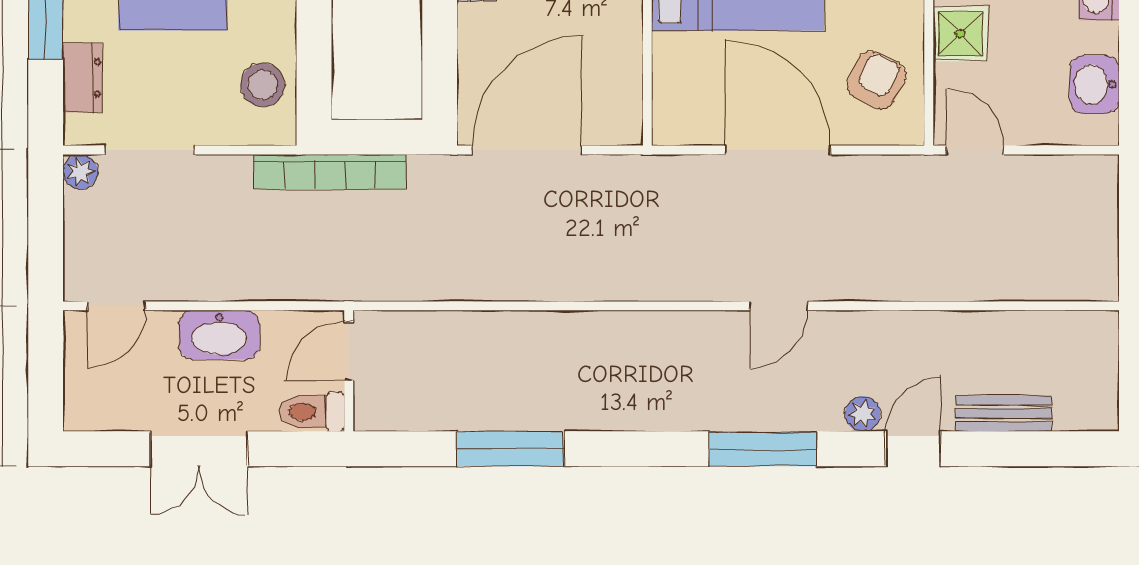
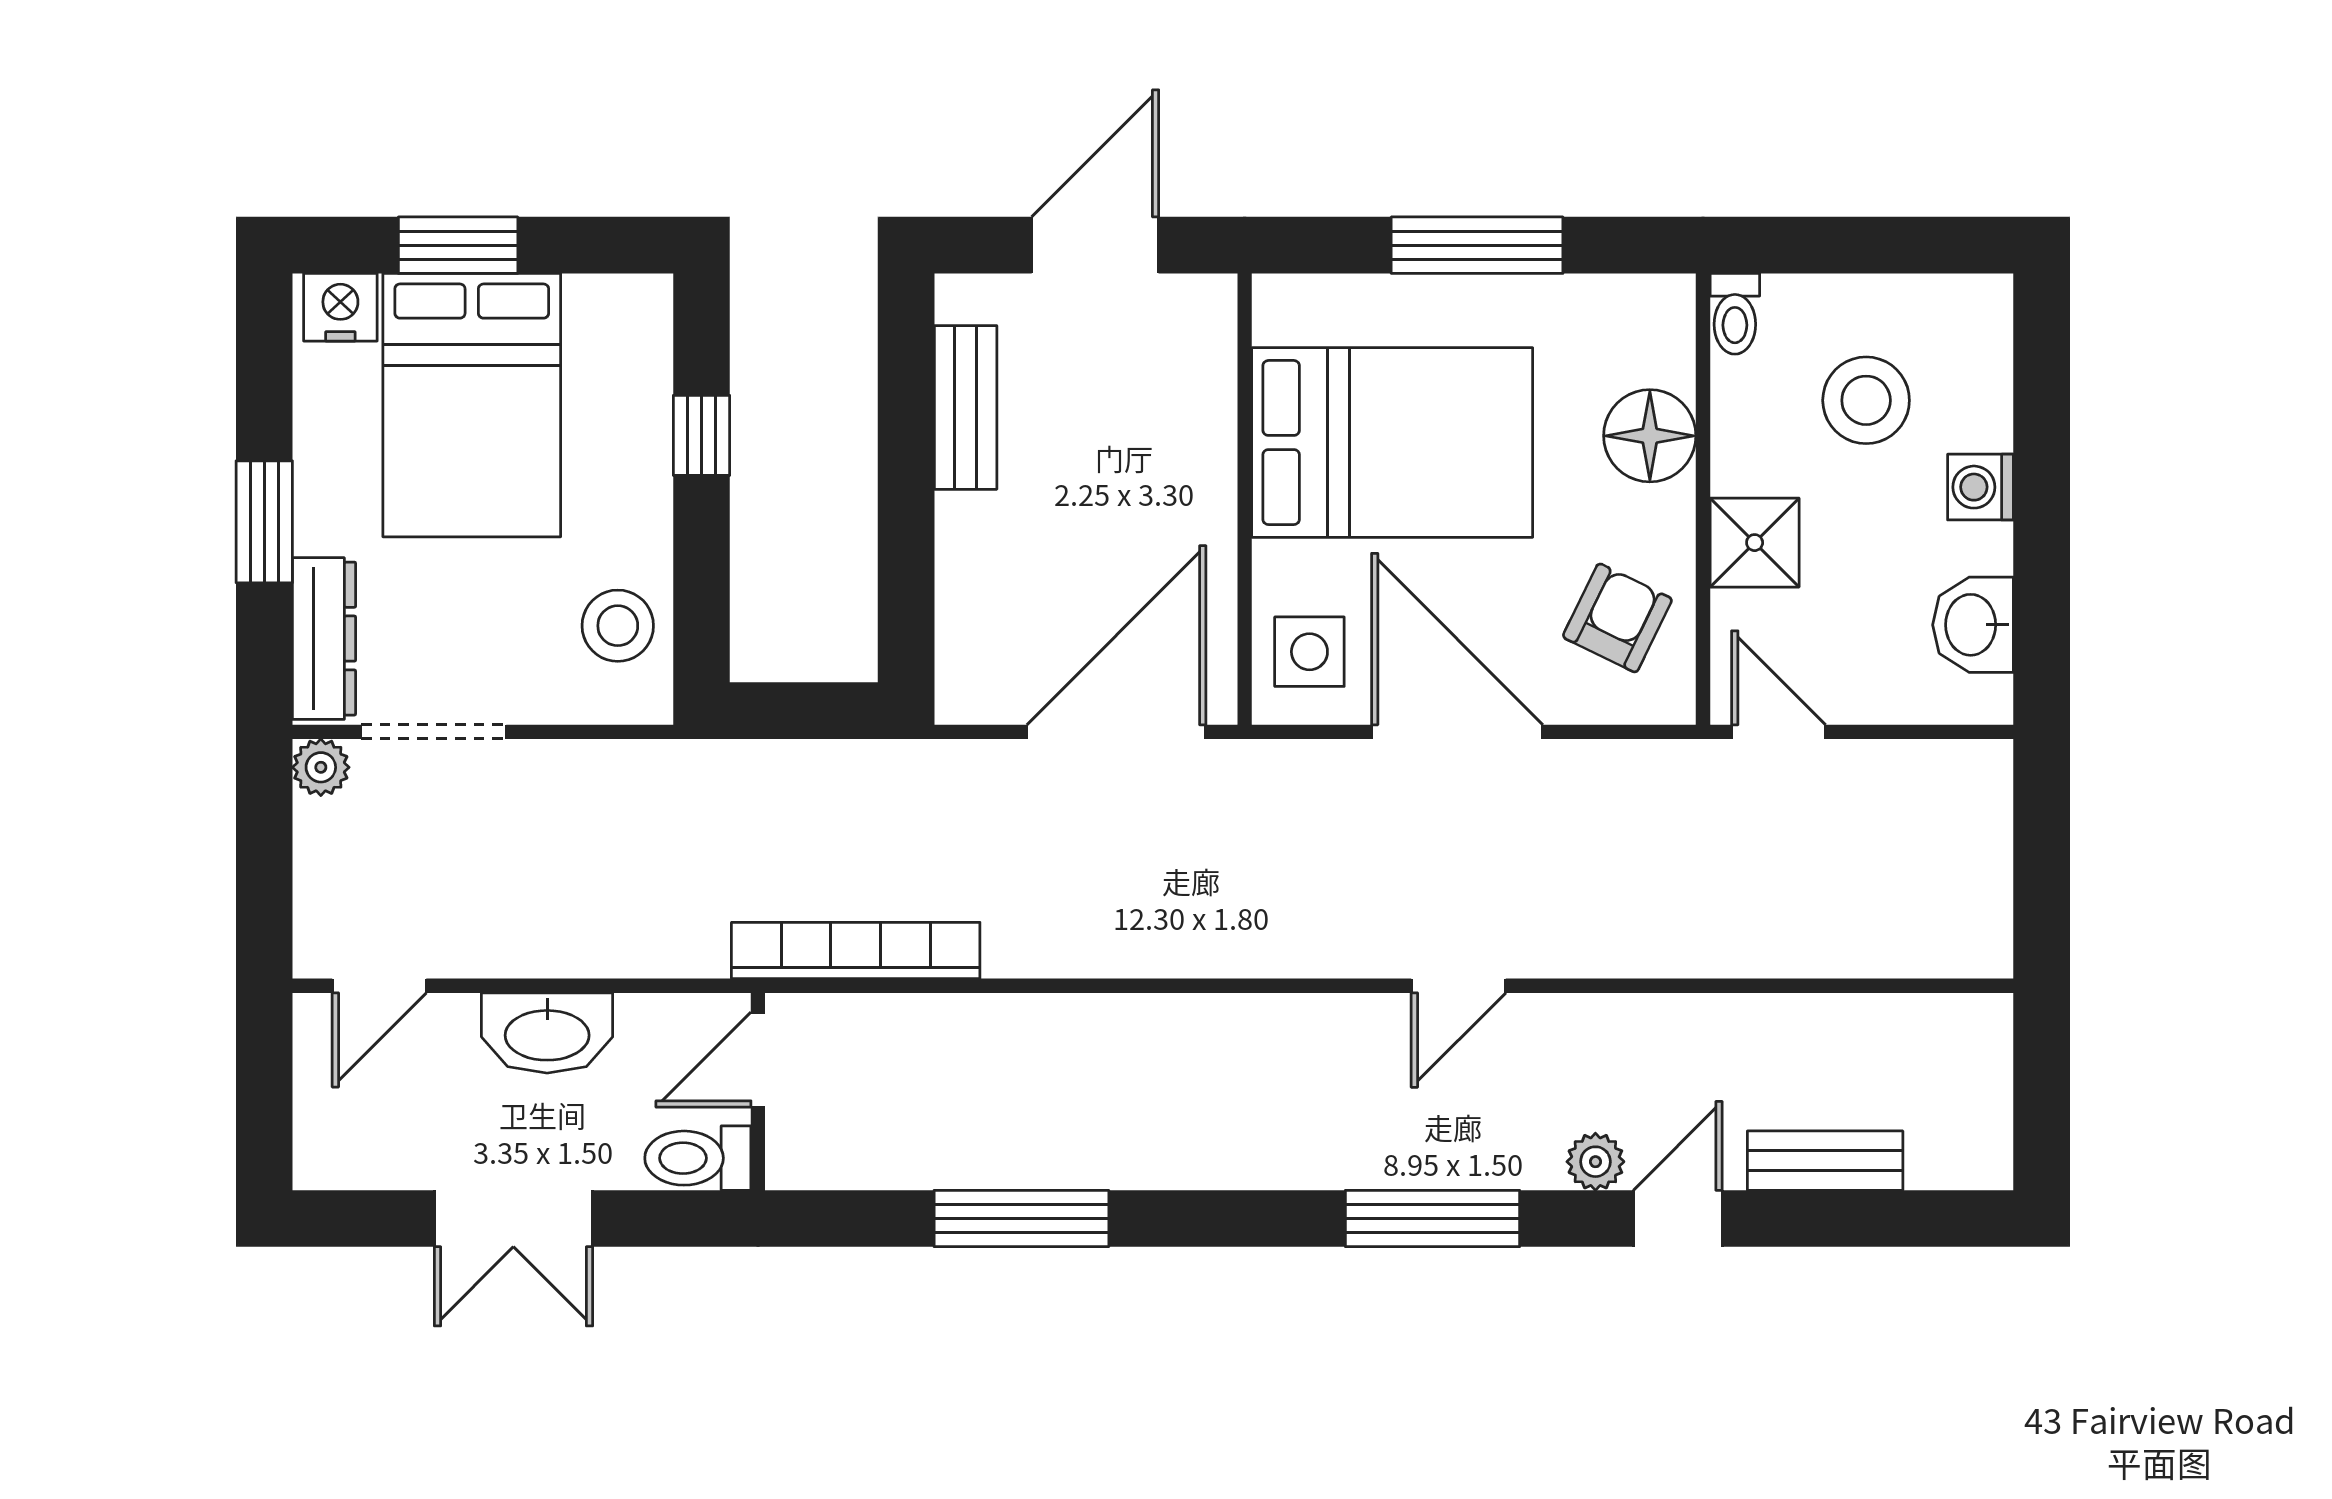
dresser: (82, 78) -> (324, 639), width x1.44
side table: (687, 101) -> (1309, 652), added
door: (527, 150) -> (1116, 732), moved
bookcase: (330, 172) -> (856, 950), moved, turned 180

